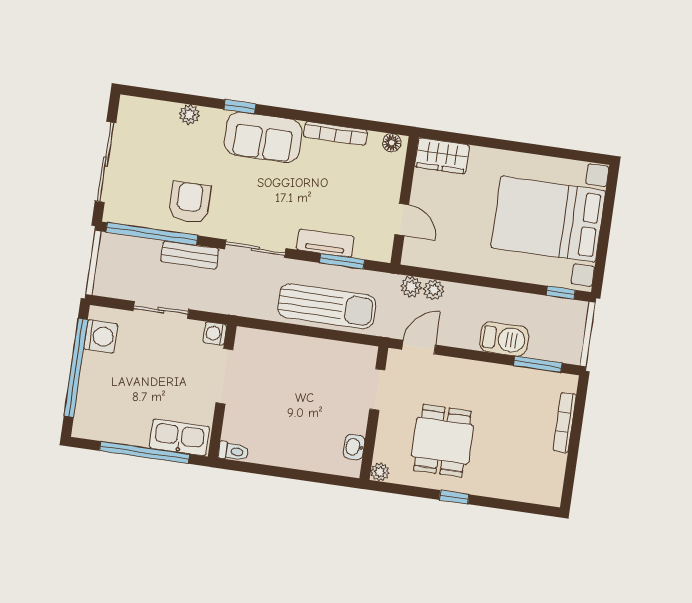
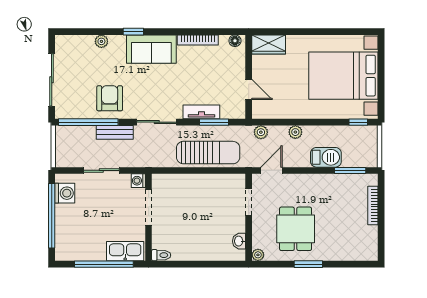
plant: (434, 290) -> (295, 132), moved
window: (454, 497) -> (308, 264), width x1.50

